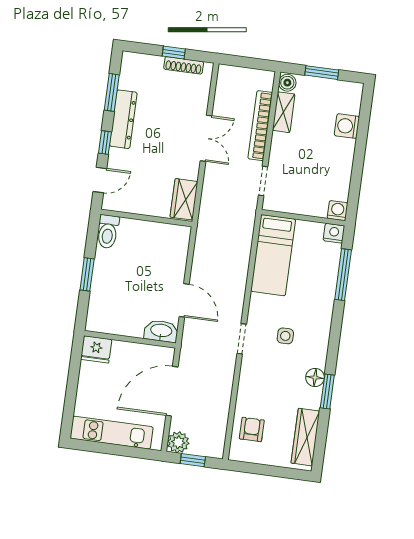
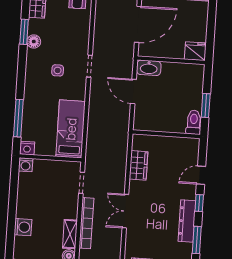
wall: (146, 218) -> (166, 134), moved
toilet: (108, 232) -> (194, 122), moved

